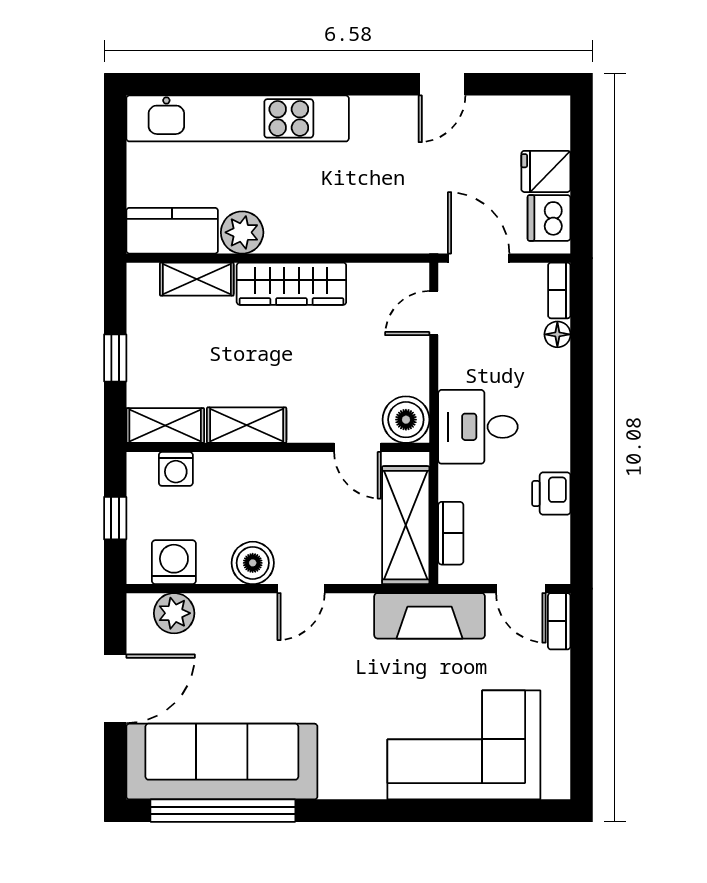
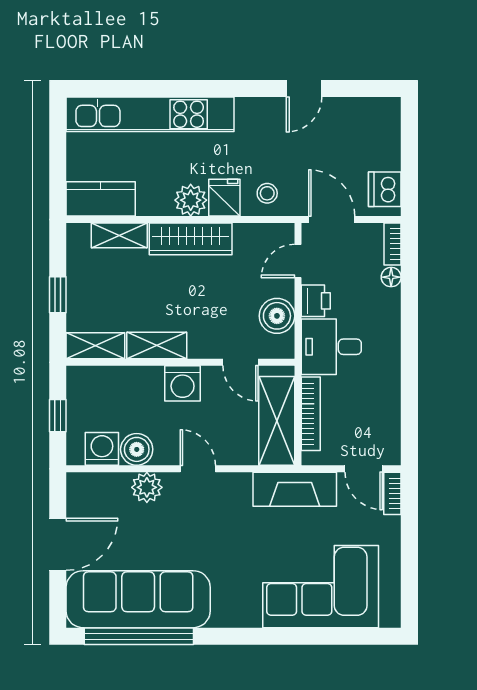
fridge: (546, 171) -> (224, 198), moved, turned 90
stool: (393, 223) -> (267, 193), added
plant: (242, 232) -> (191, 200), moved
boiler: (406, 420) -> (277, 316), moved
washing machine: (176, 469) -> (183, 383), moved, width x1.38, depth x1.38
printer: (551, 494) -> (316, 301), moved, turned 180
bookcase: (451, 533) -> (311, 414), width x1.56
boiler: (253, 563) -> (137, 449), moved
door: (301, 589) -> (198, 469), swing flipped
plant: (174, 613) -> (147, 487), moved

